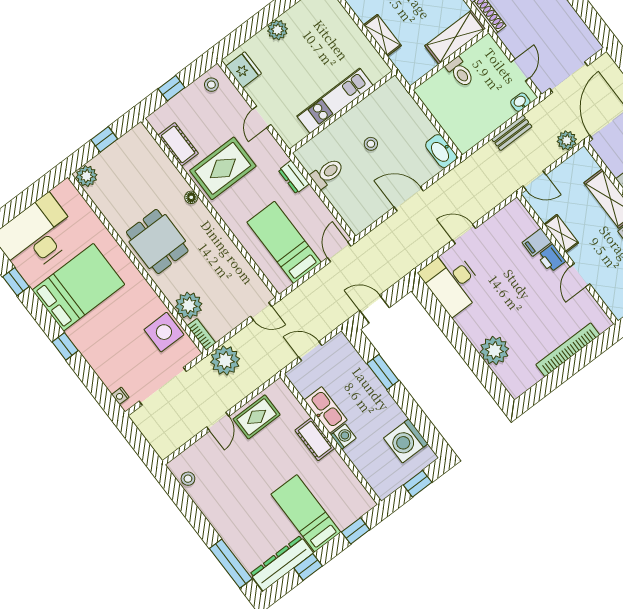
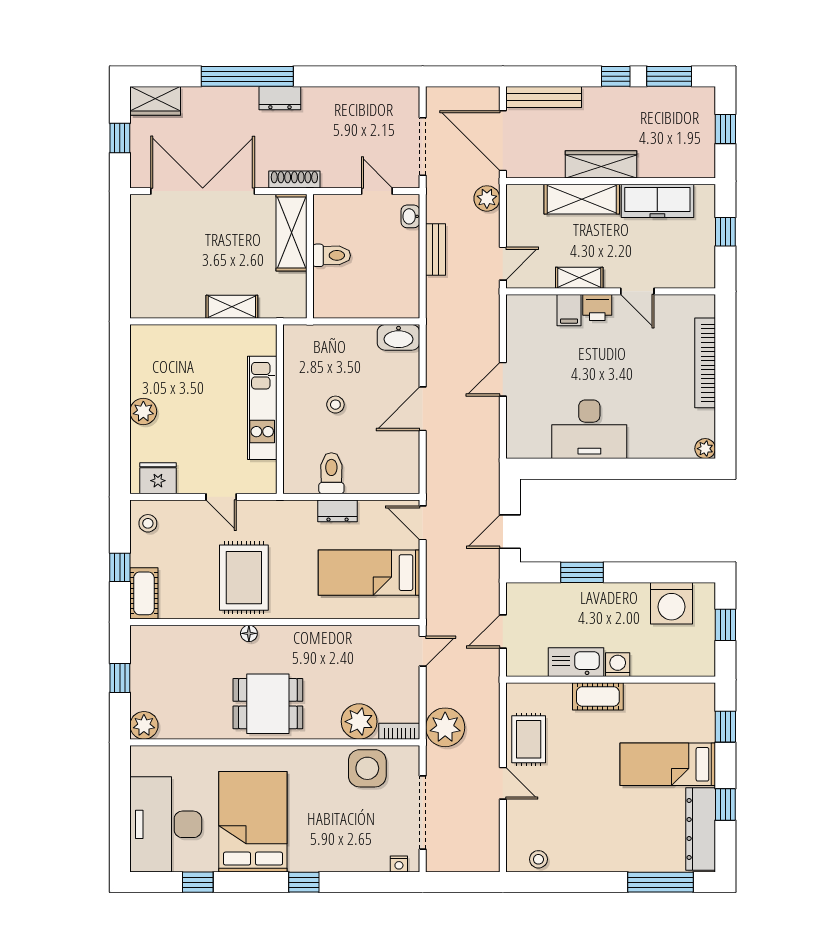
cot: (178, 144) -> (144, 593), moved, turned 90
dresser: (294, 177) -> (338, 511), moved
desk: (452, 282) -> (589, 429), moved
plant: (494, 350) -> (705, 449), moved, width x0.53, depth x0.53

